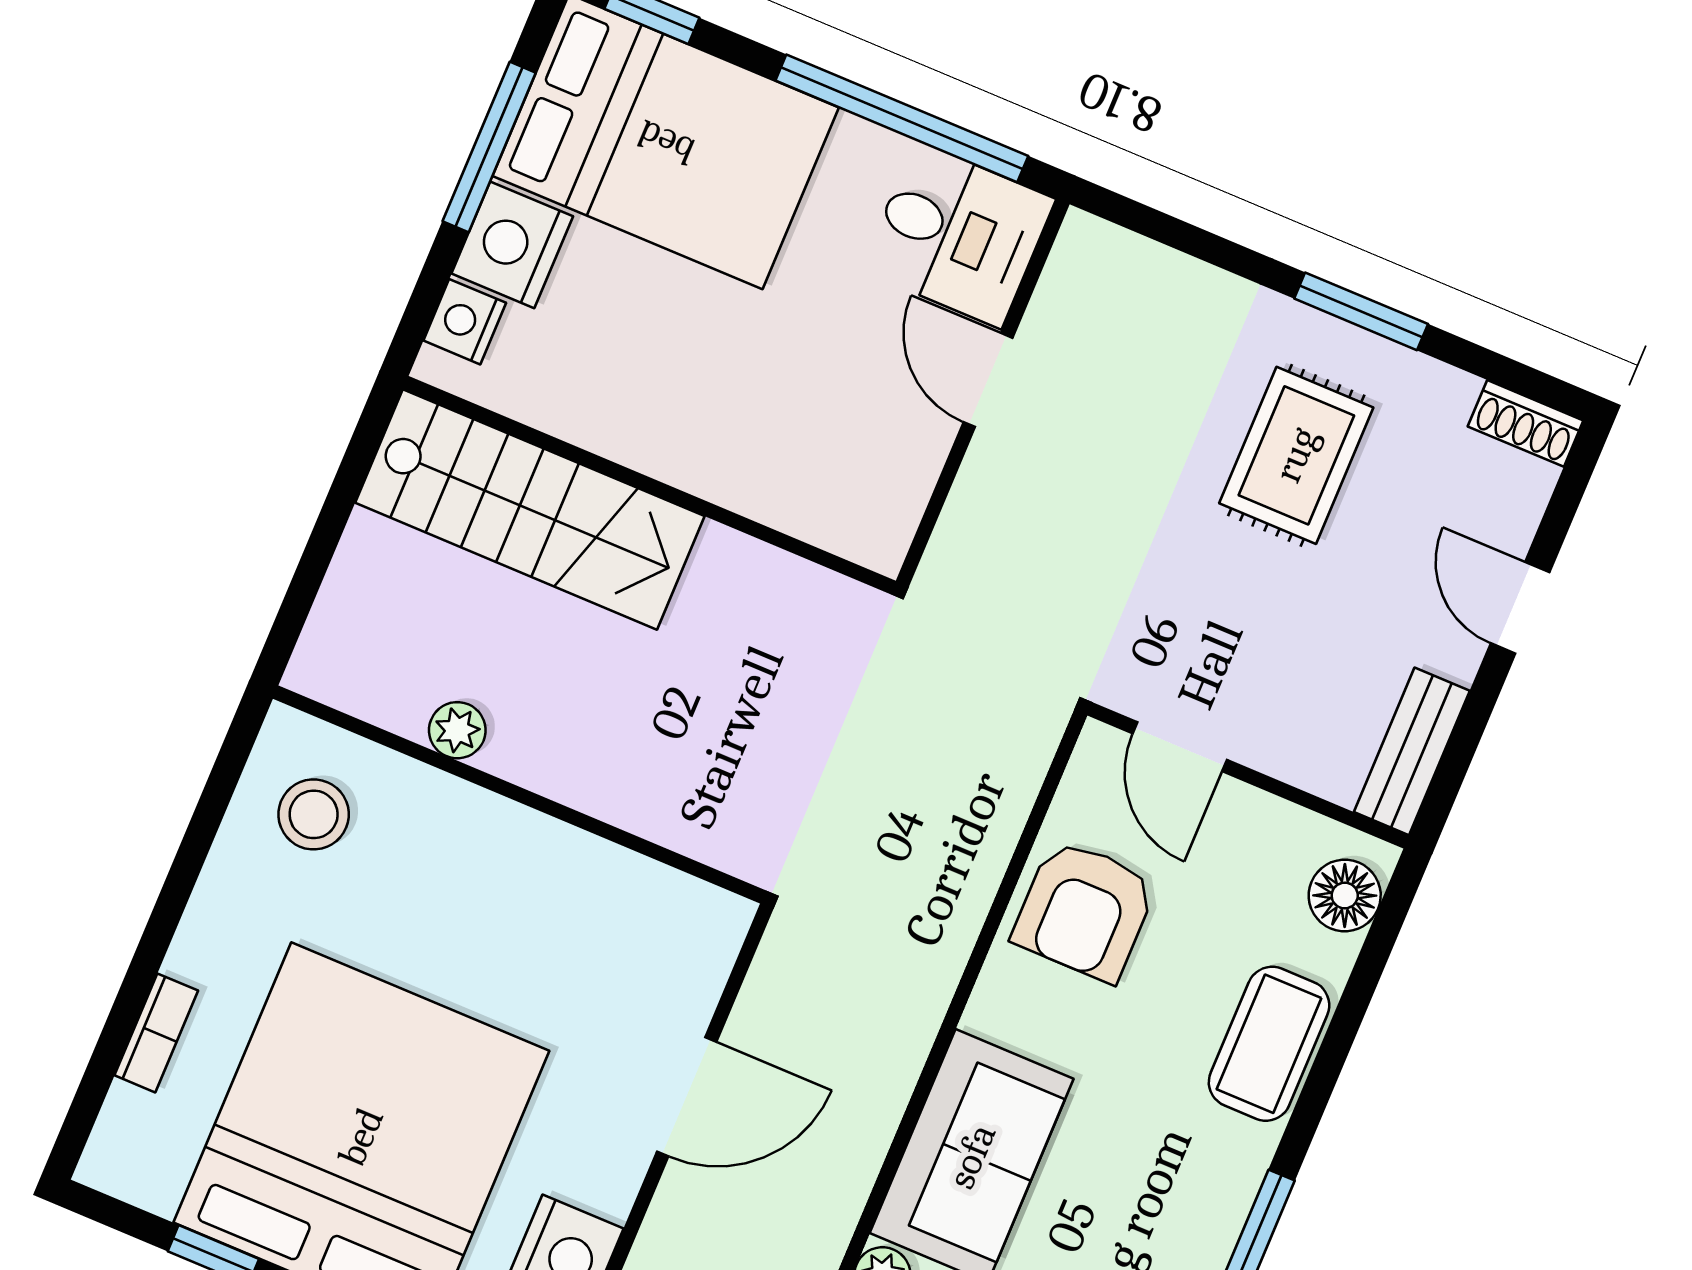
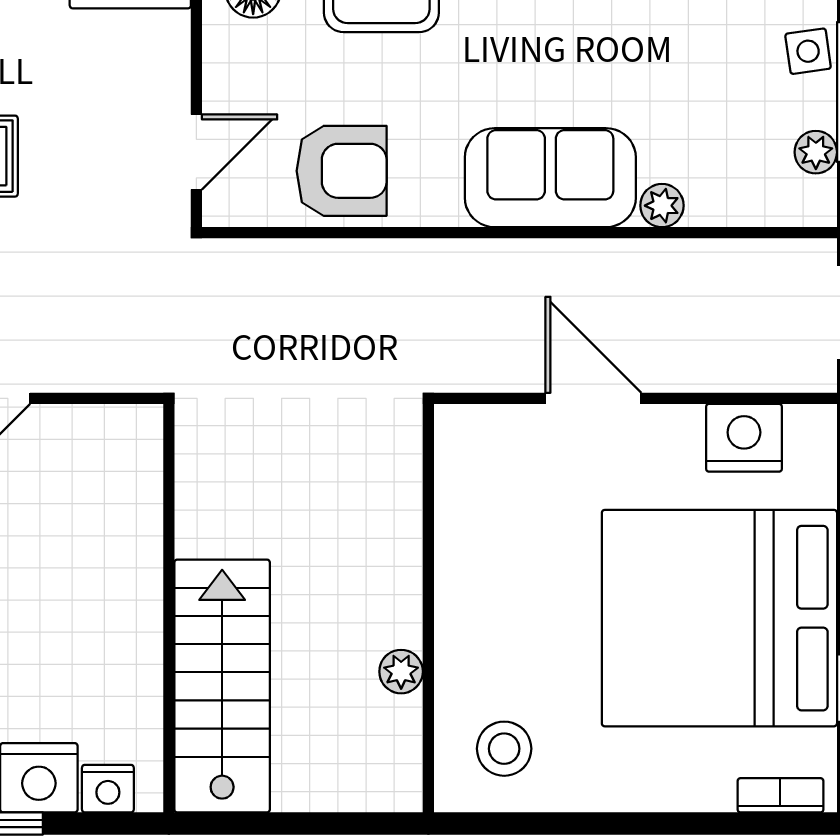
bookcase: (156, 1033) -> (780, 795), moved

